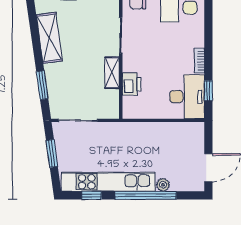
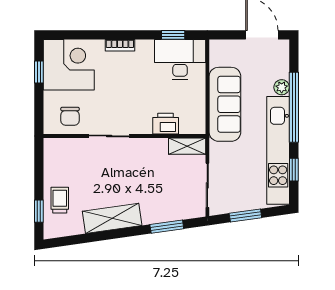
bookcase: (199, 61) -> (120, 45), moved
shelving: (112, 73) -> (187, 146), moved
sofa: (148, 136) -> (225, 104), added

